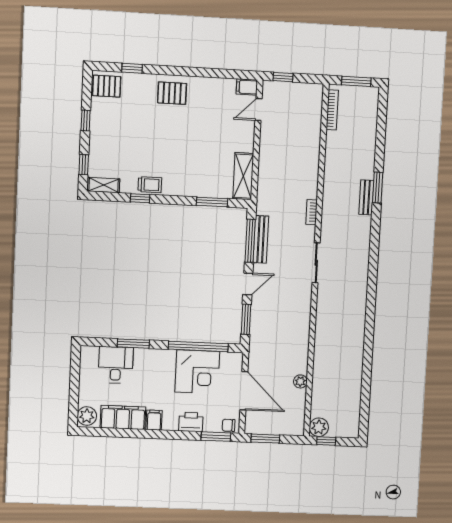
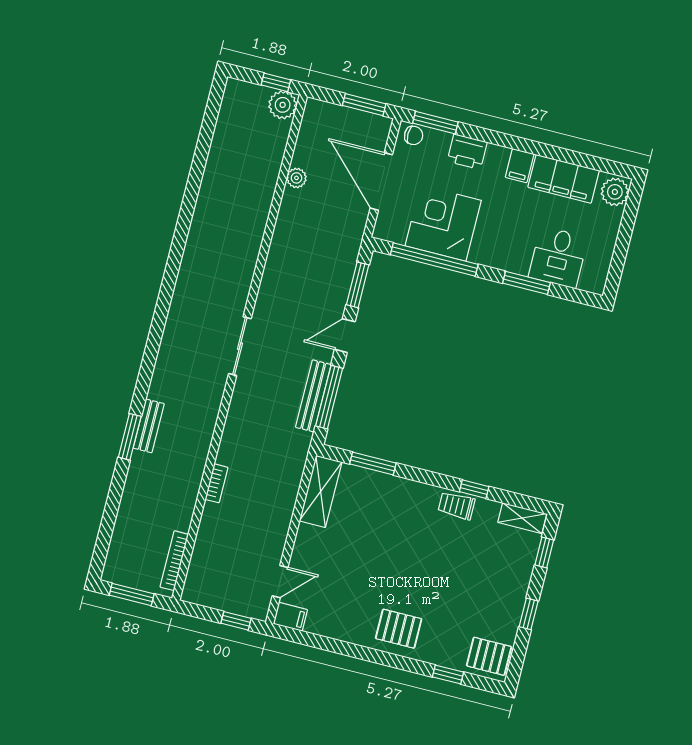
bookcase: (312, 212) -> (217, 483), moved

